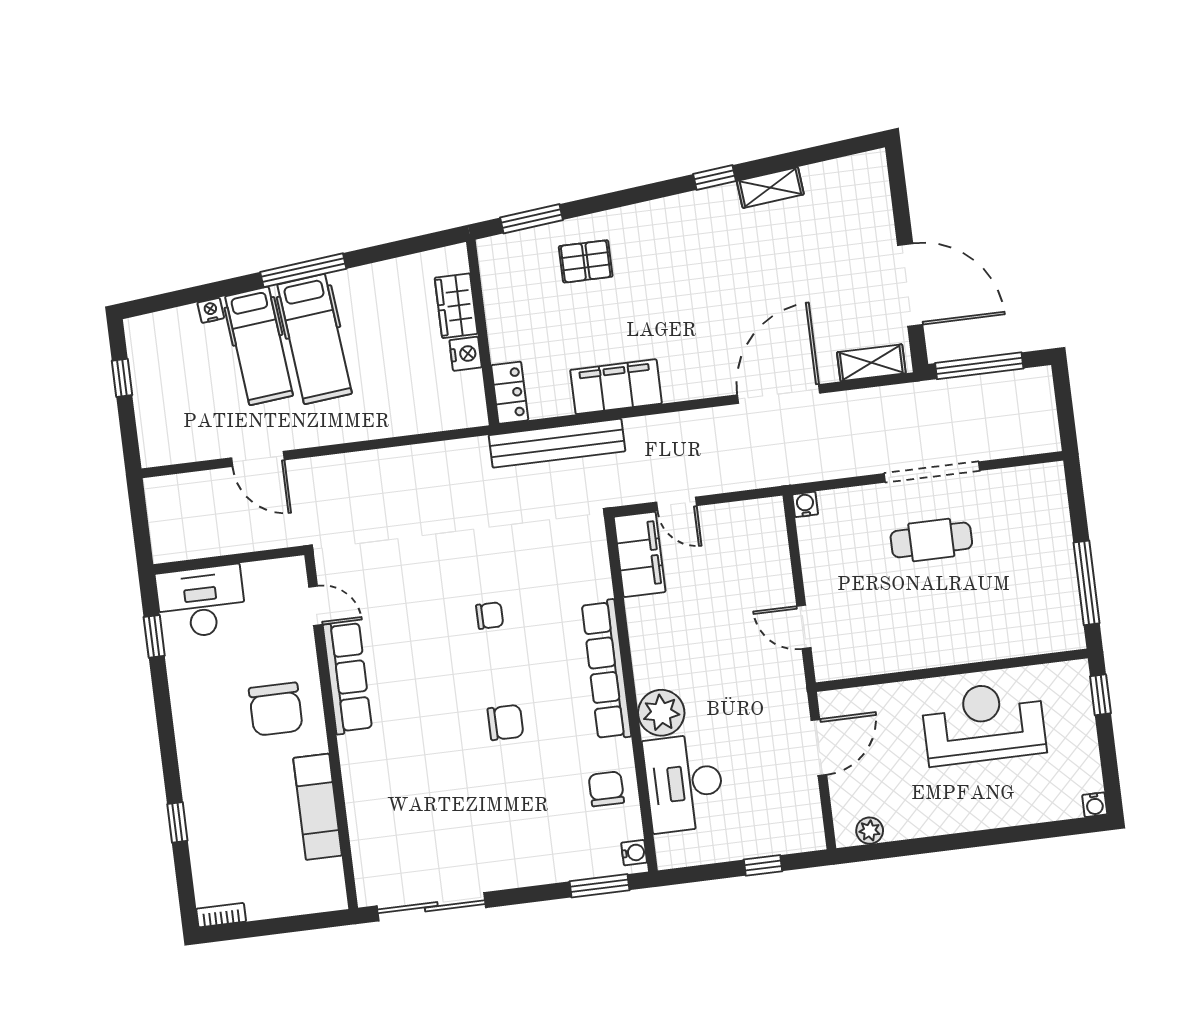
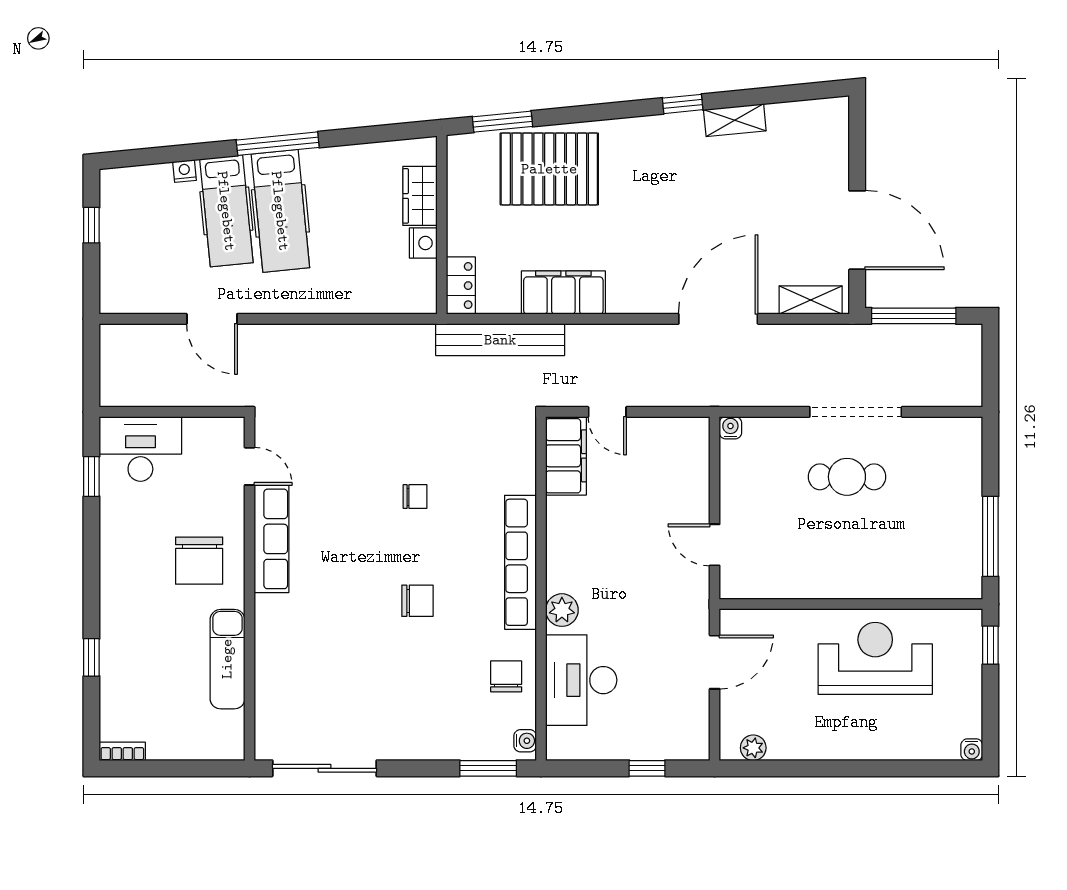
pallet: (586, 261) -> (549, 169), width x2.05, depth x2.00
plant: (661, 713) -> (562, 610), width x0.73, depth x0.73

